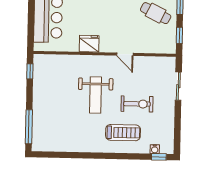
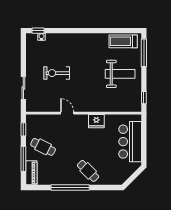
weight bench: (95, 95) -> (120, 74), moved, turned 90
treadmill: (123, 133) -> (123, 41), moved

